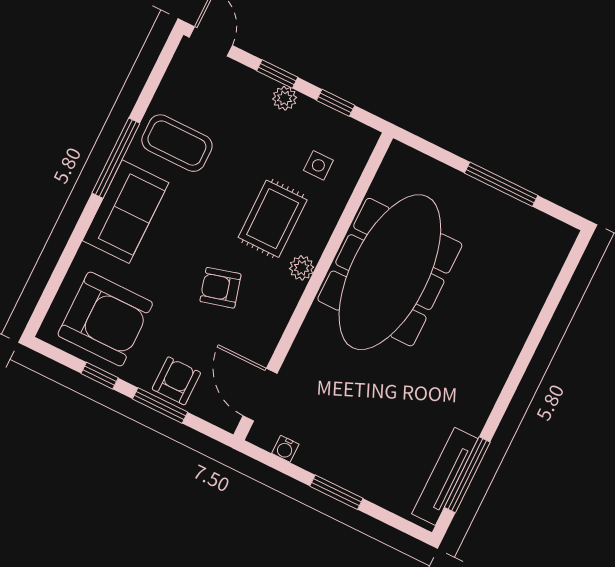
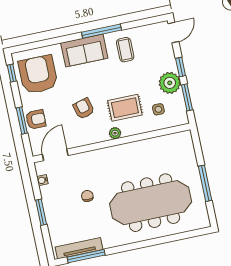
plant: (285, 98) -> (170, 83), width x1.88, depth x1.88
window: (336, 103) -> (187, 97), width x1.50
coffee table: (177, 143) -> (125, 50), width x0.73, depth x0.77
meeting table: (390, 272) -> (151, 203), moved
armchair: (105, 319) -> (38, 75), turned 180
window: (100, 376) -> (12, 73), moved
chair: (369, 395) -> (87, 196), added

